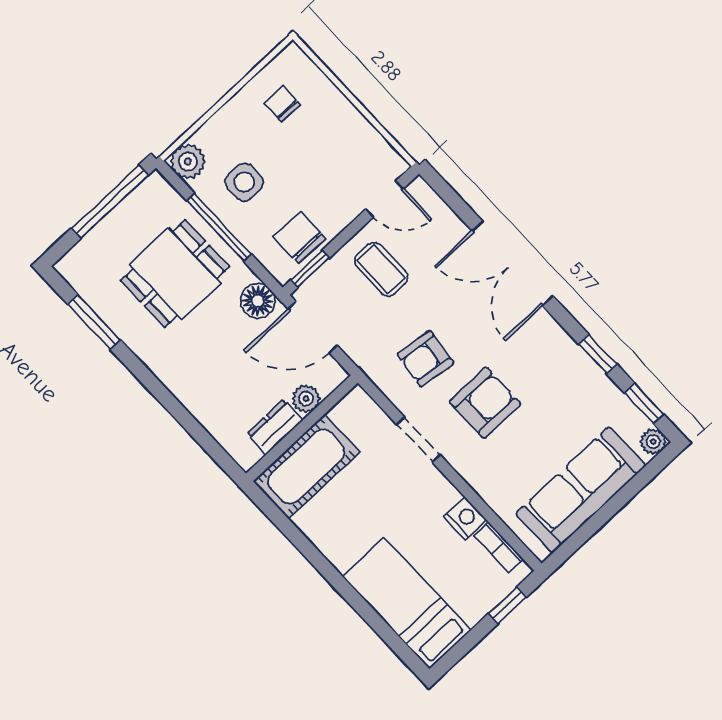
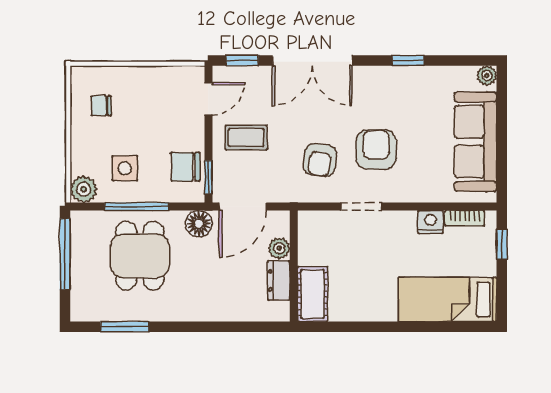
window: (644, 403) -> (242, 60), moved
cot: (306, 467) -> (313, 294), width x0.73, depth x0.75

